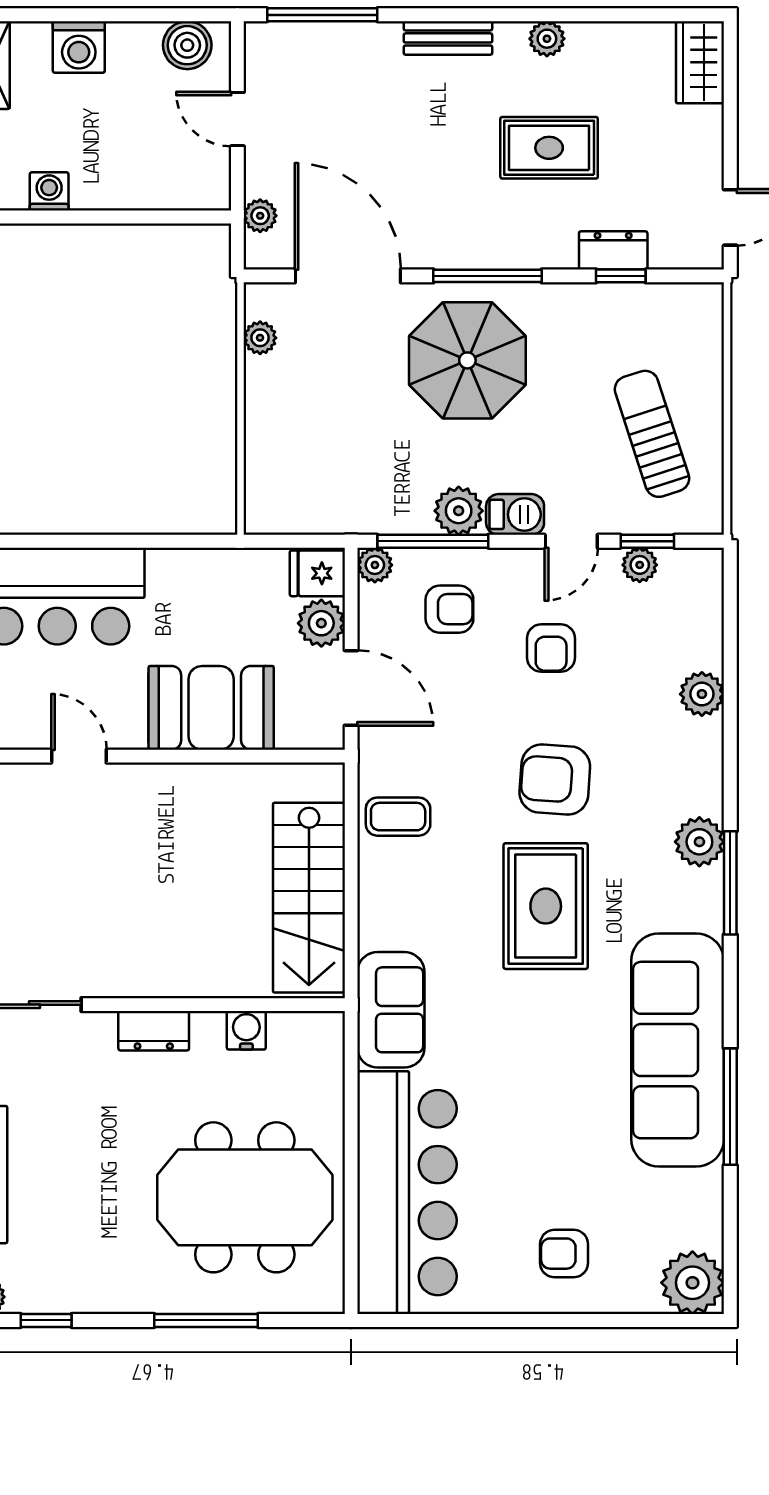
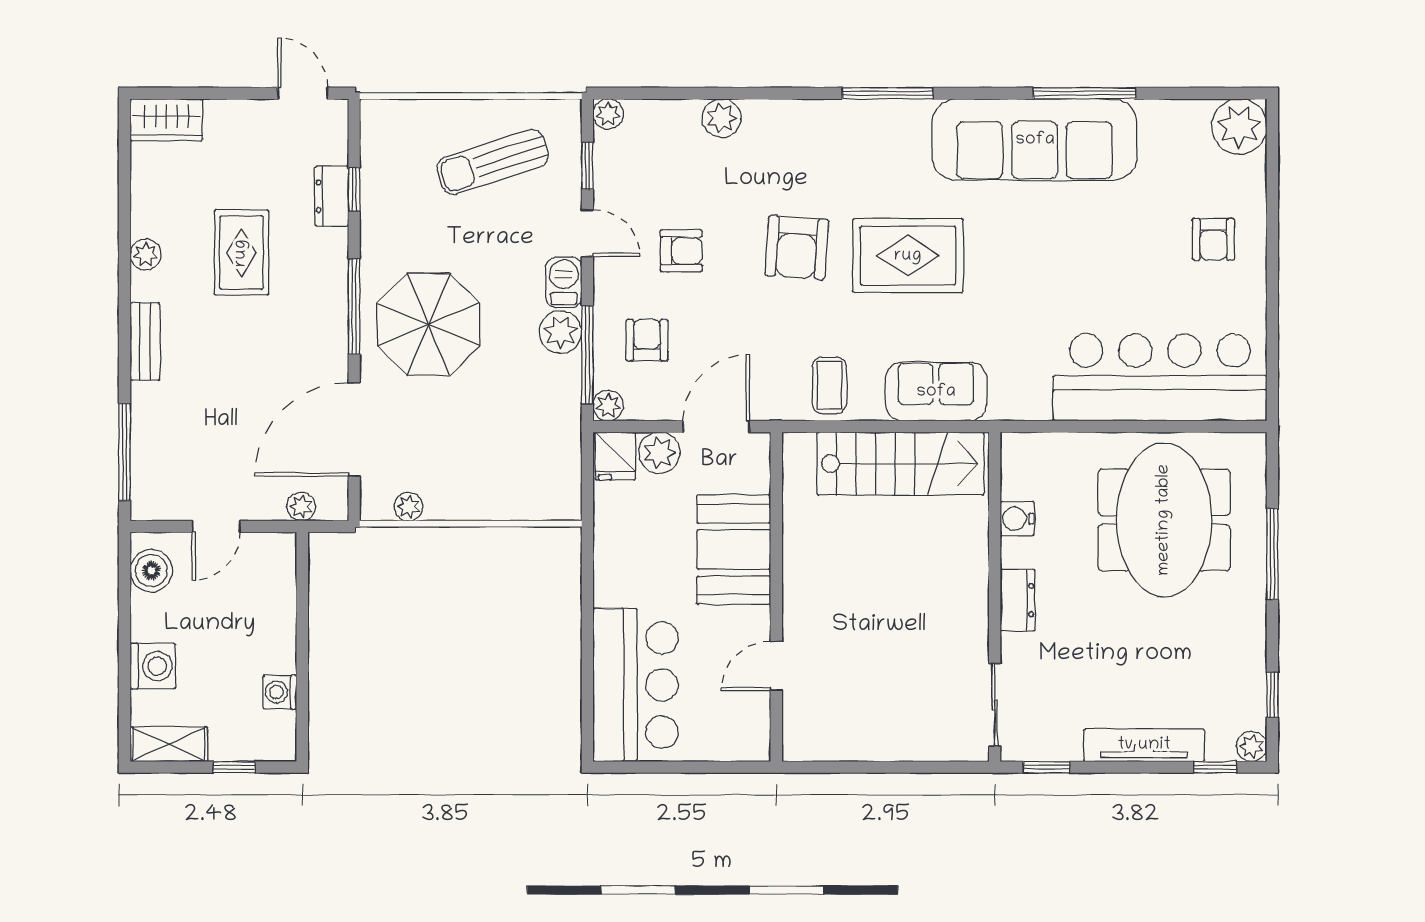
plant: (640, 565) -> (608, 114), moved
plant: (699, 842) -> (852, 120), removed
sofa: (391, 1010) -> (936, 392), moved

